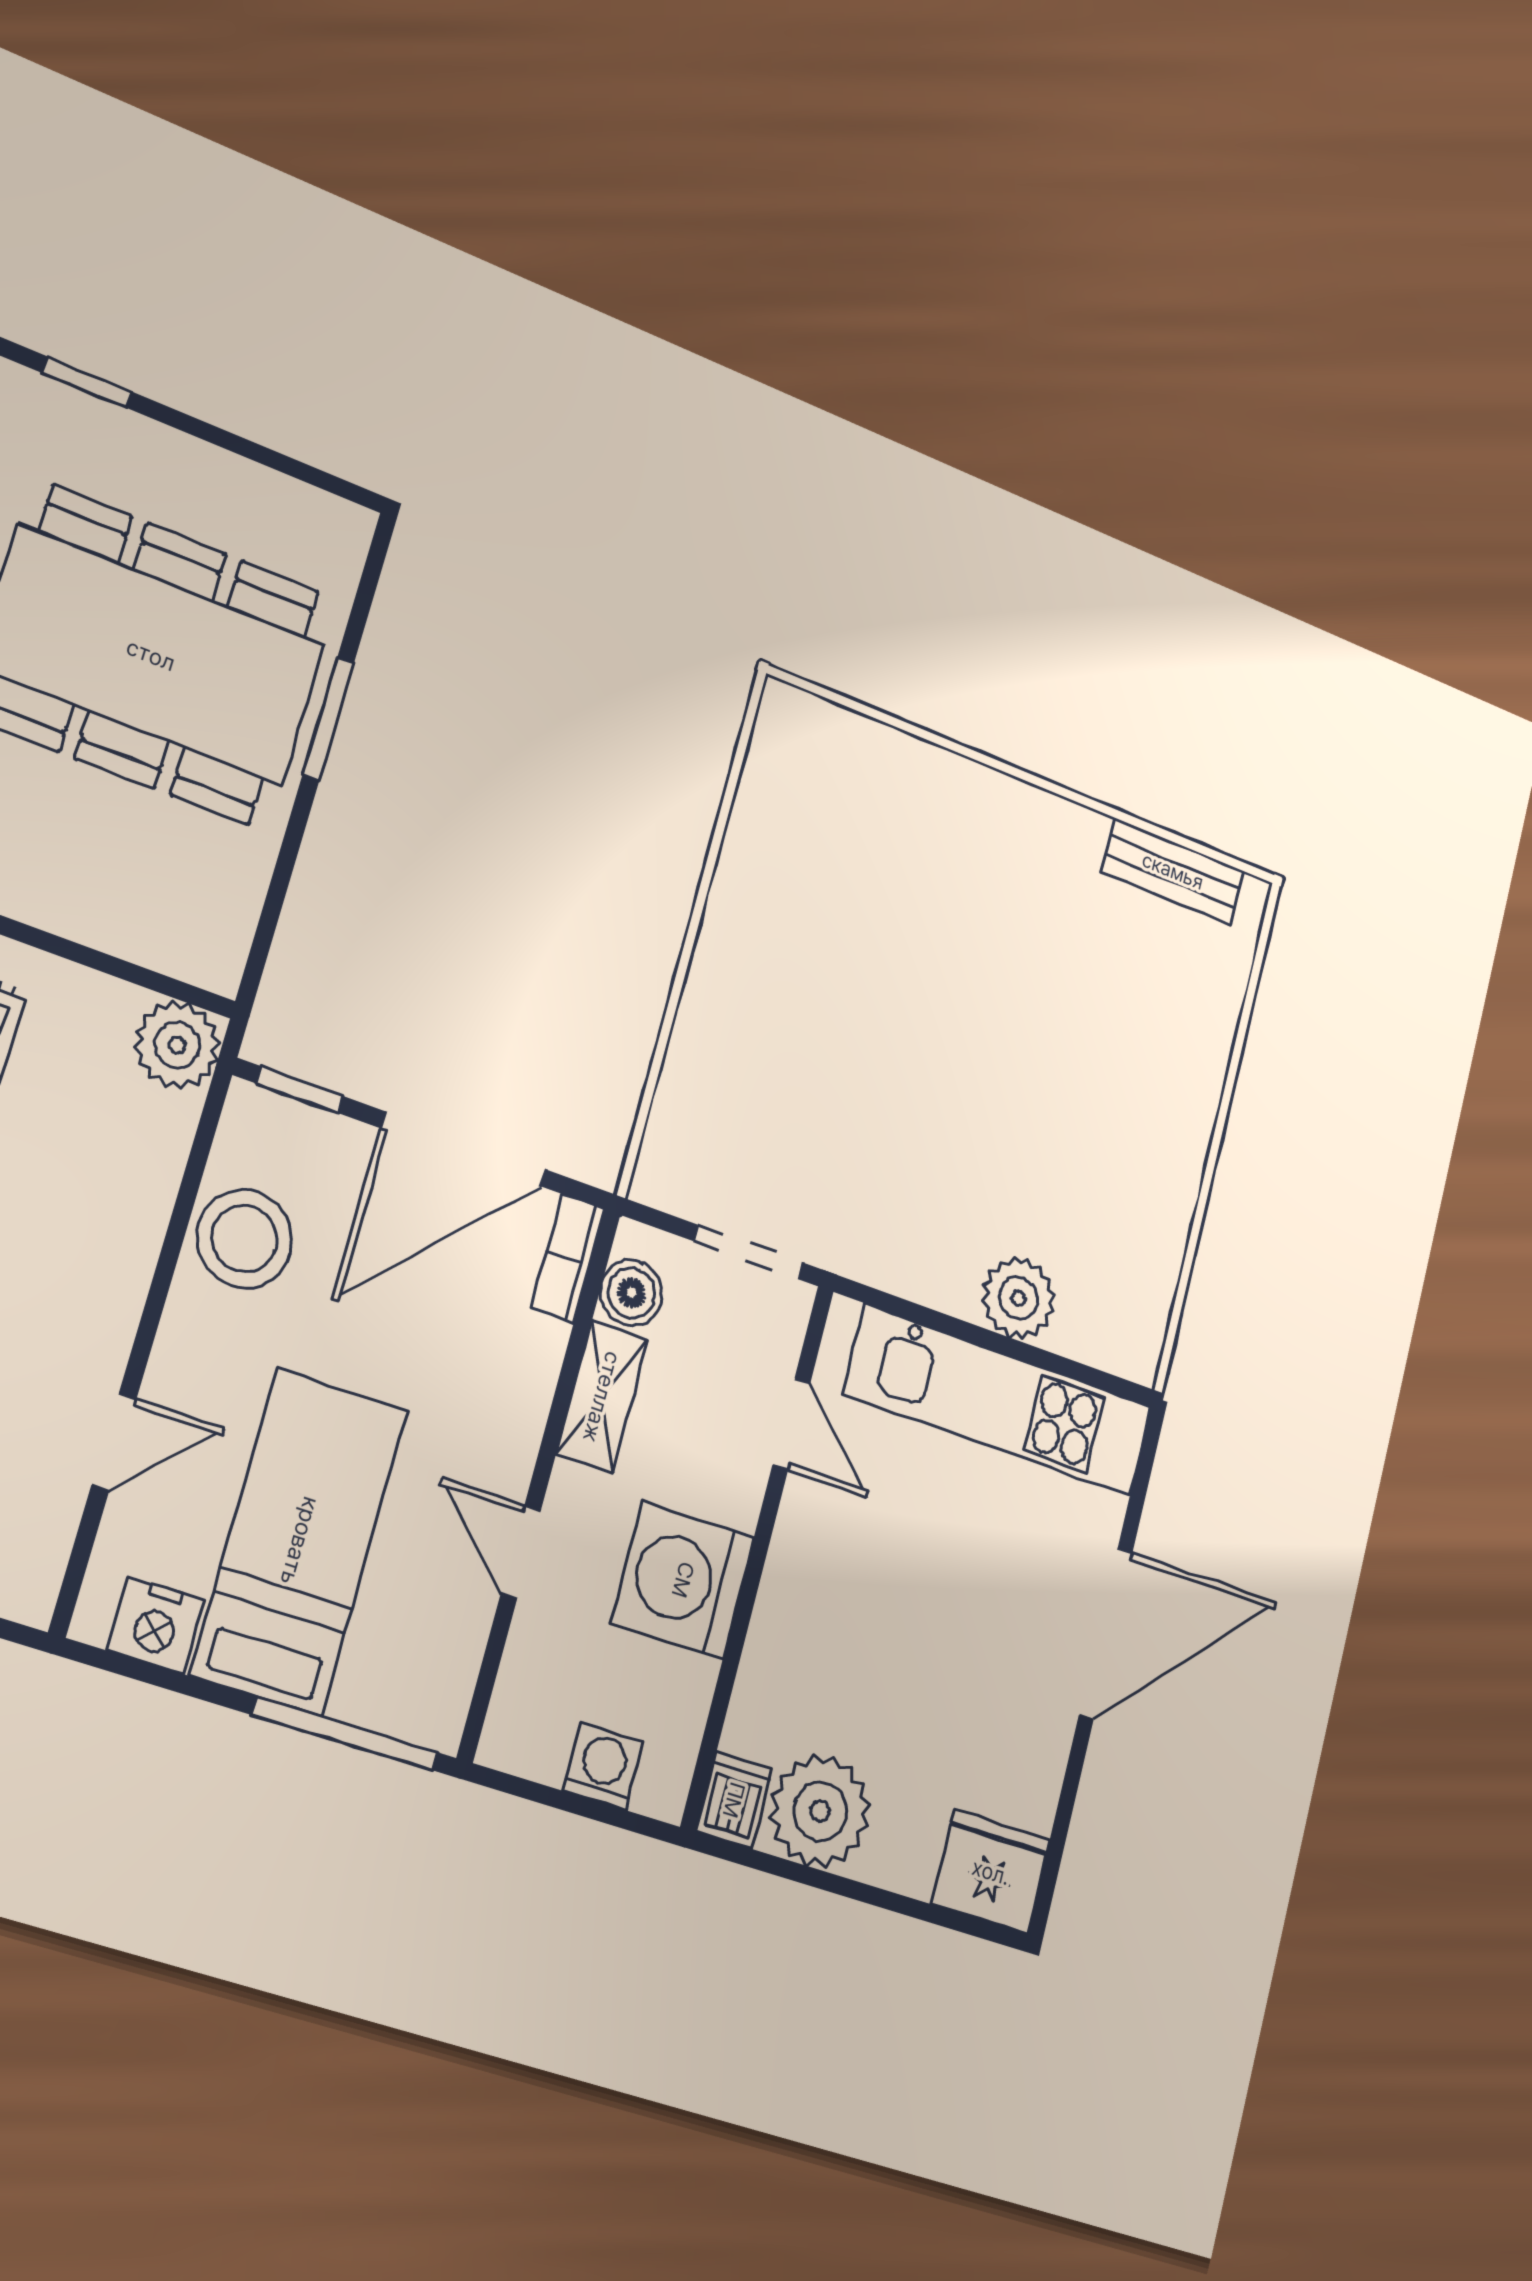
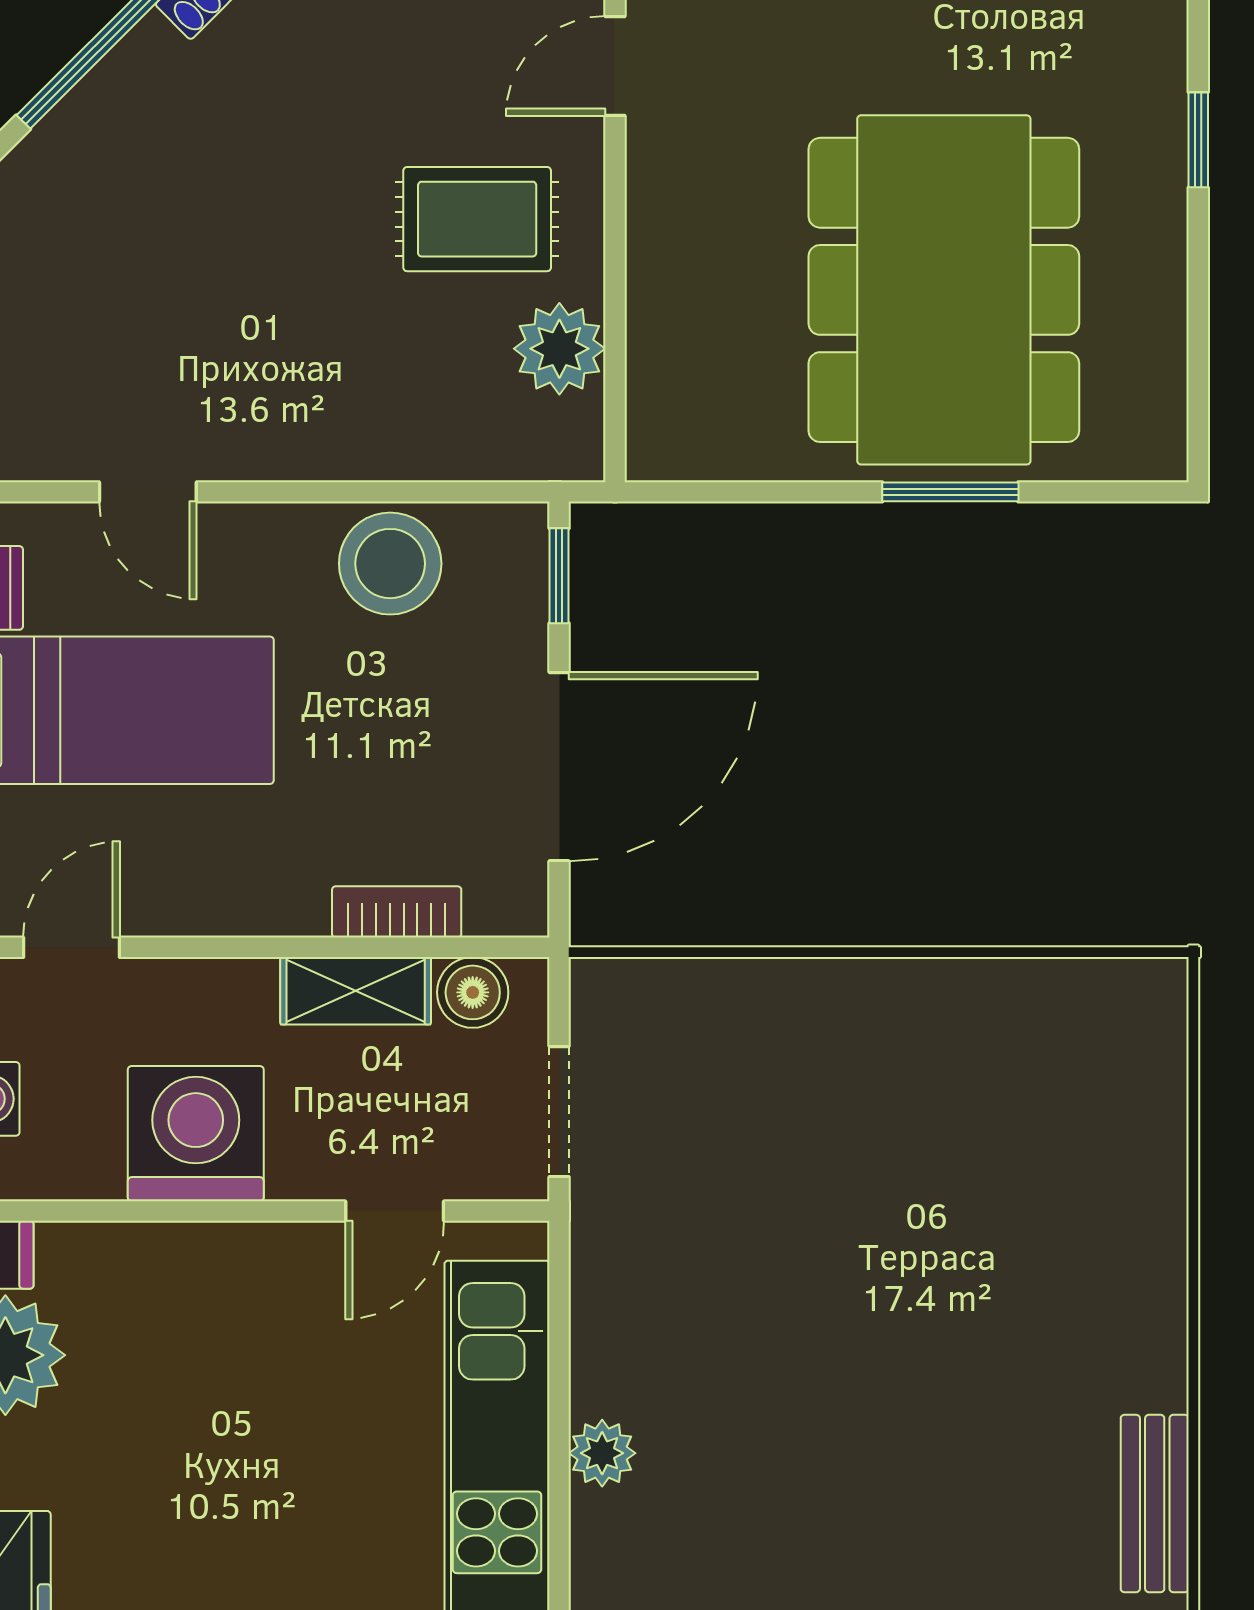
plant: (177, 1045) -> (559, 349), moved
door: (464, 1149) -> (559, 767), swing flipped
bookcase: (568, 1258) -> (397, 912), moved
plant: (1019, 1298) -> (602, 1453), width x0.73, depth x0.73
door: (521, 1552) -> (72, 947), moved

